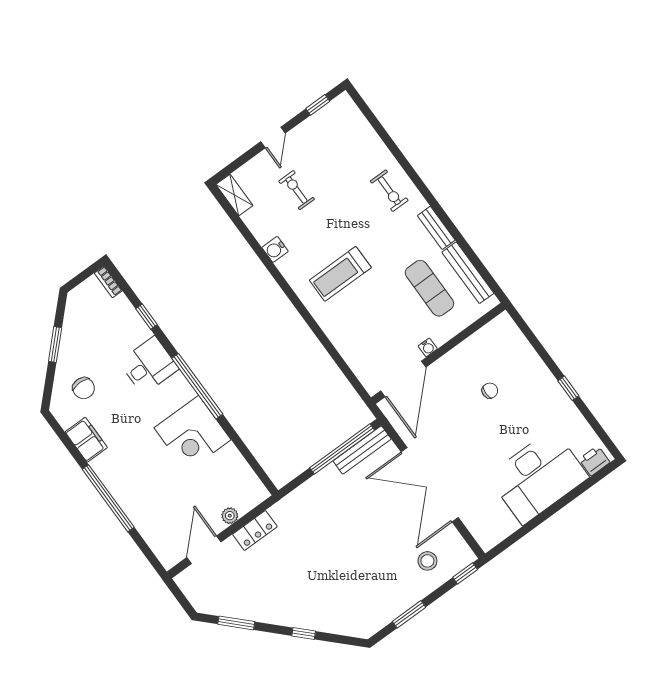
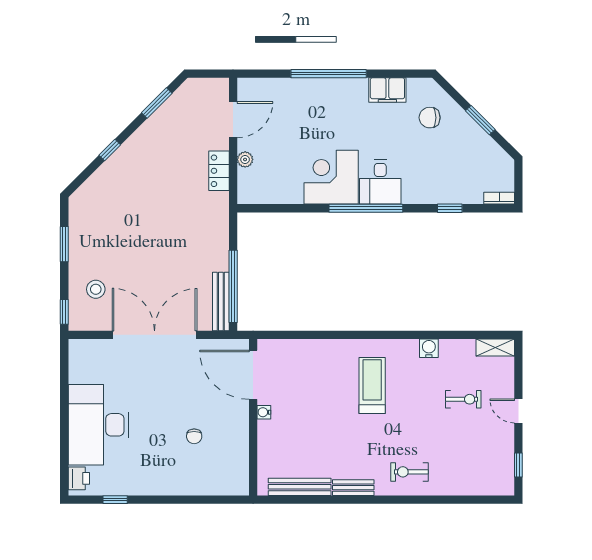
exercise mat: (429, 288) -> (310, 448), removed
desk: (149, 365) -> (380, 182), moved
window: (568, 388) -> (115, 500), moved
door: (204, 550) -> (233, 120), hinge flipped

